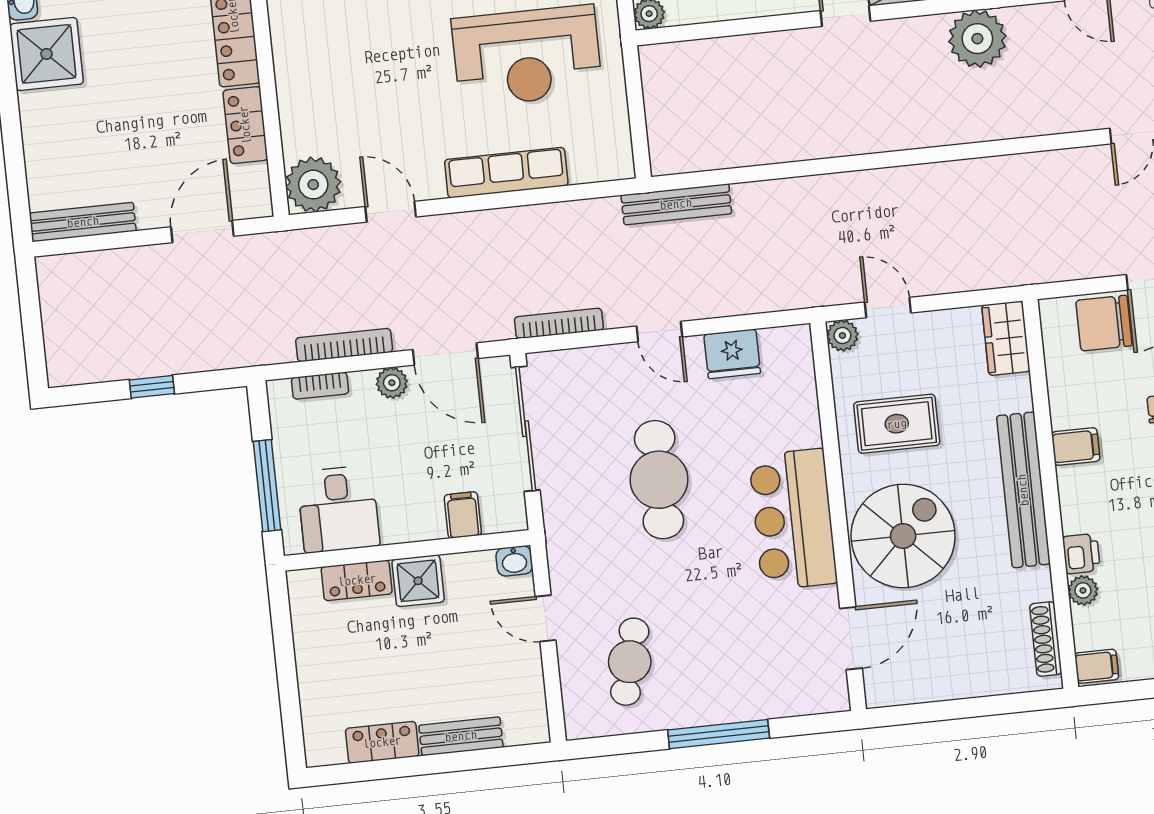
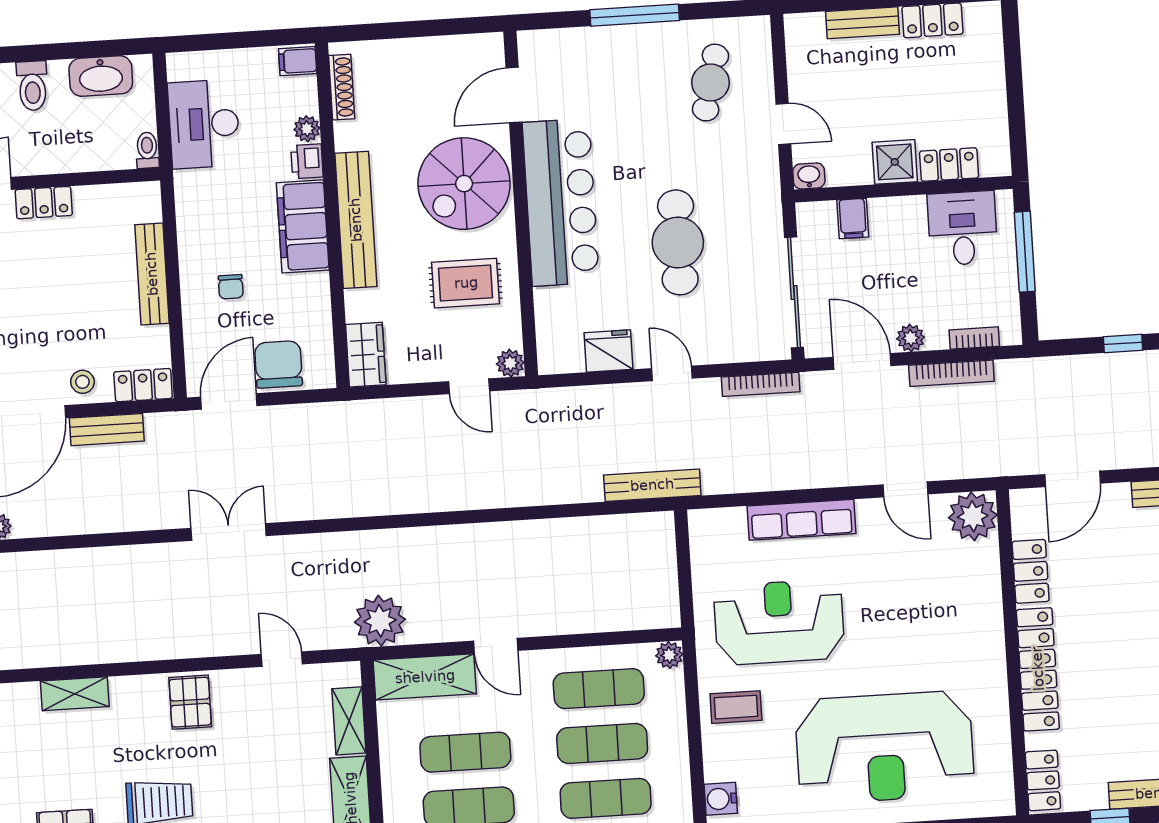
chair: (1104, 323) -> (278, 364), turned -90
filing cabinet: (1076, 446) -> (303, 226), width x3.00, depth x1.17
bar counter: (793, 519) -> (561, 202), width x1.36

